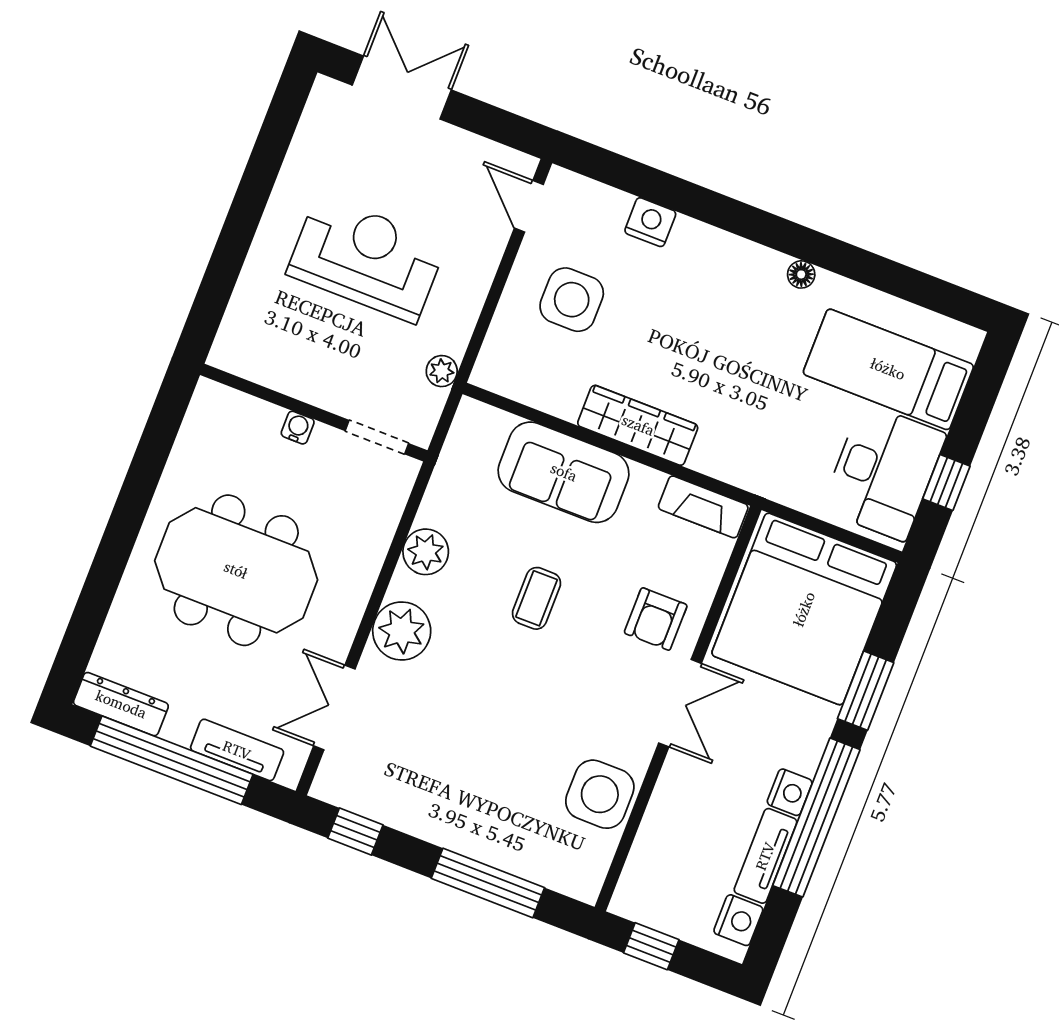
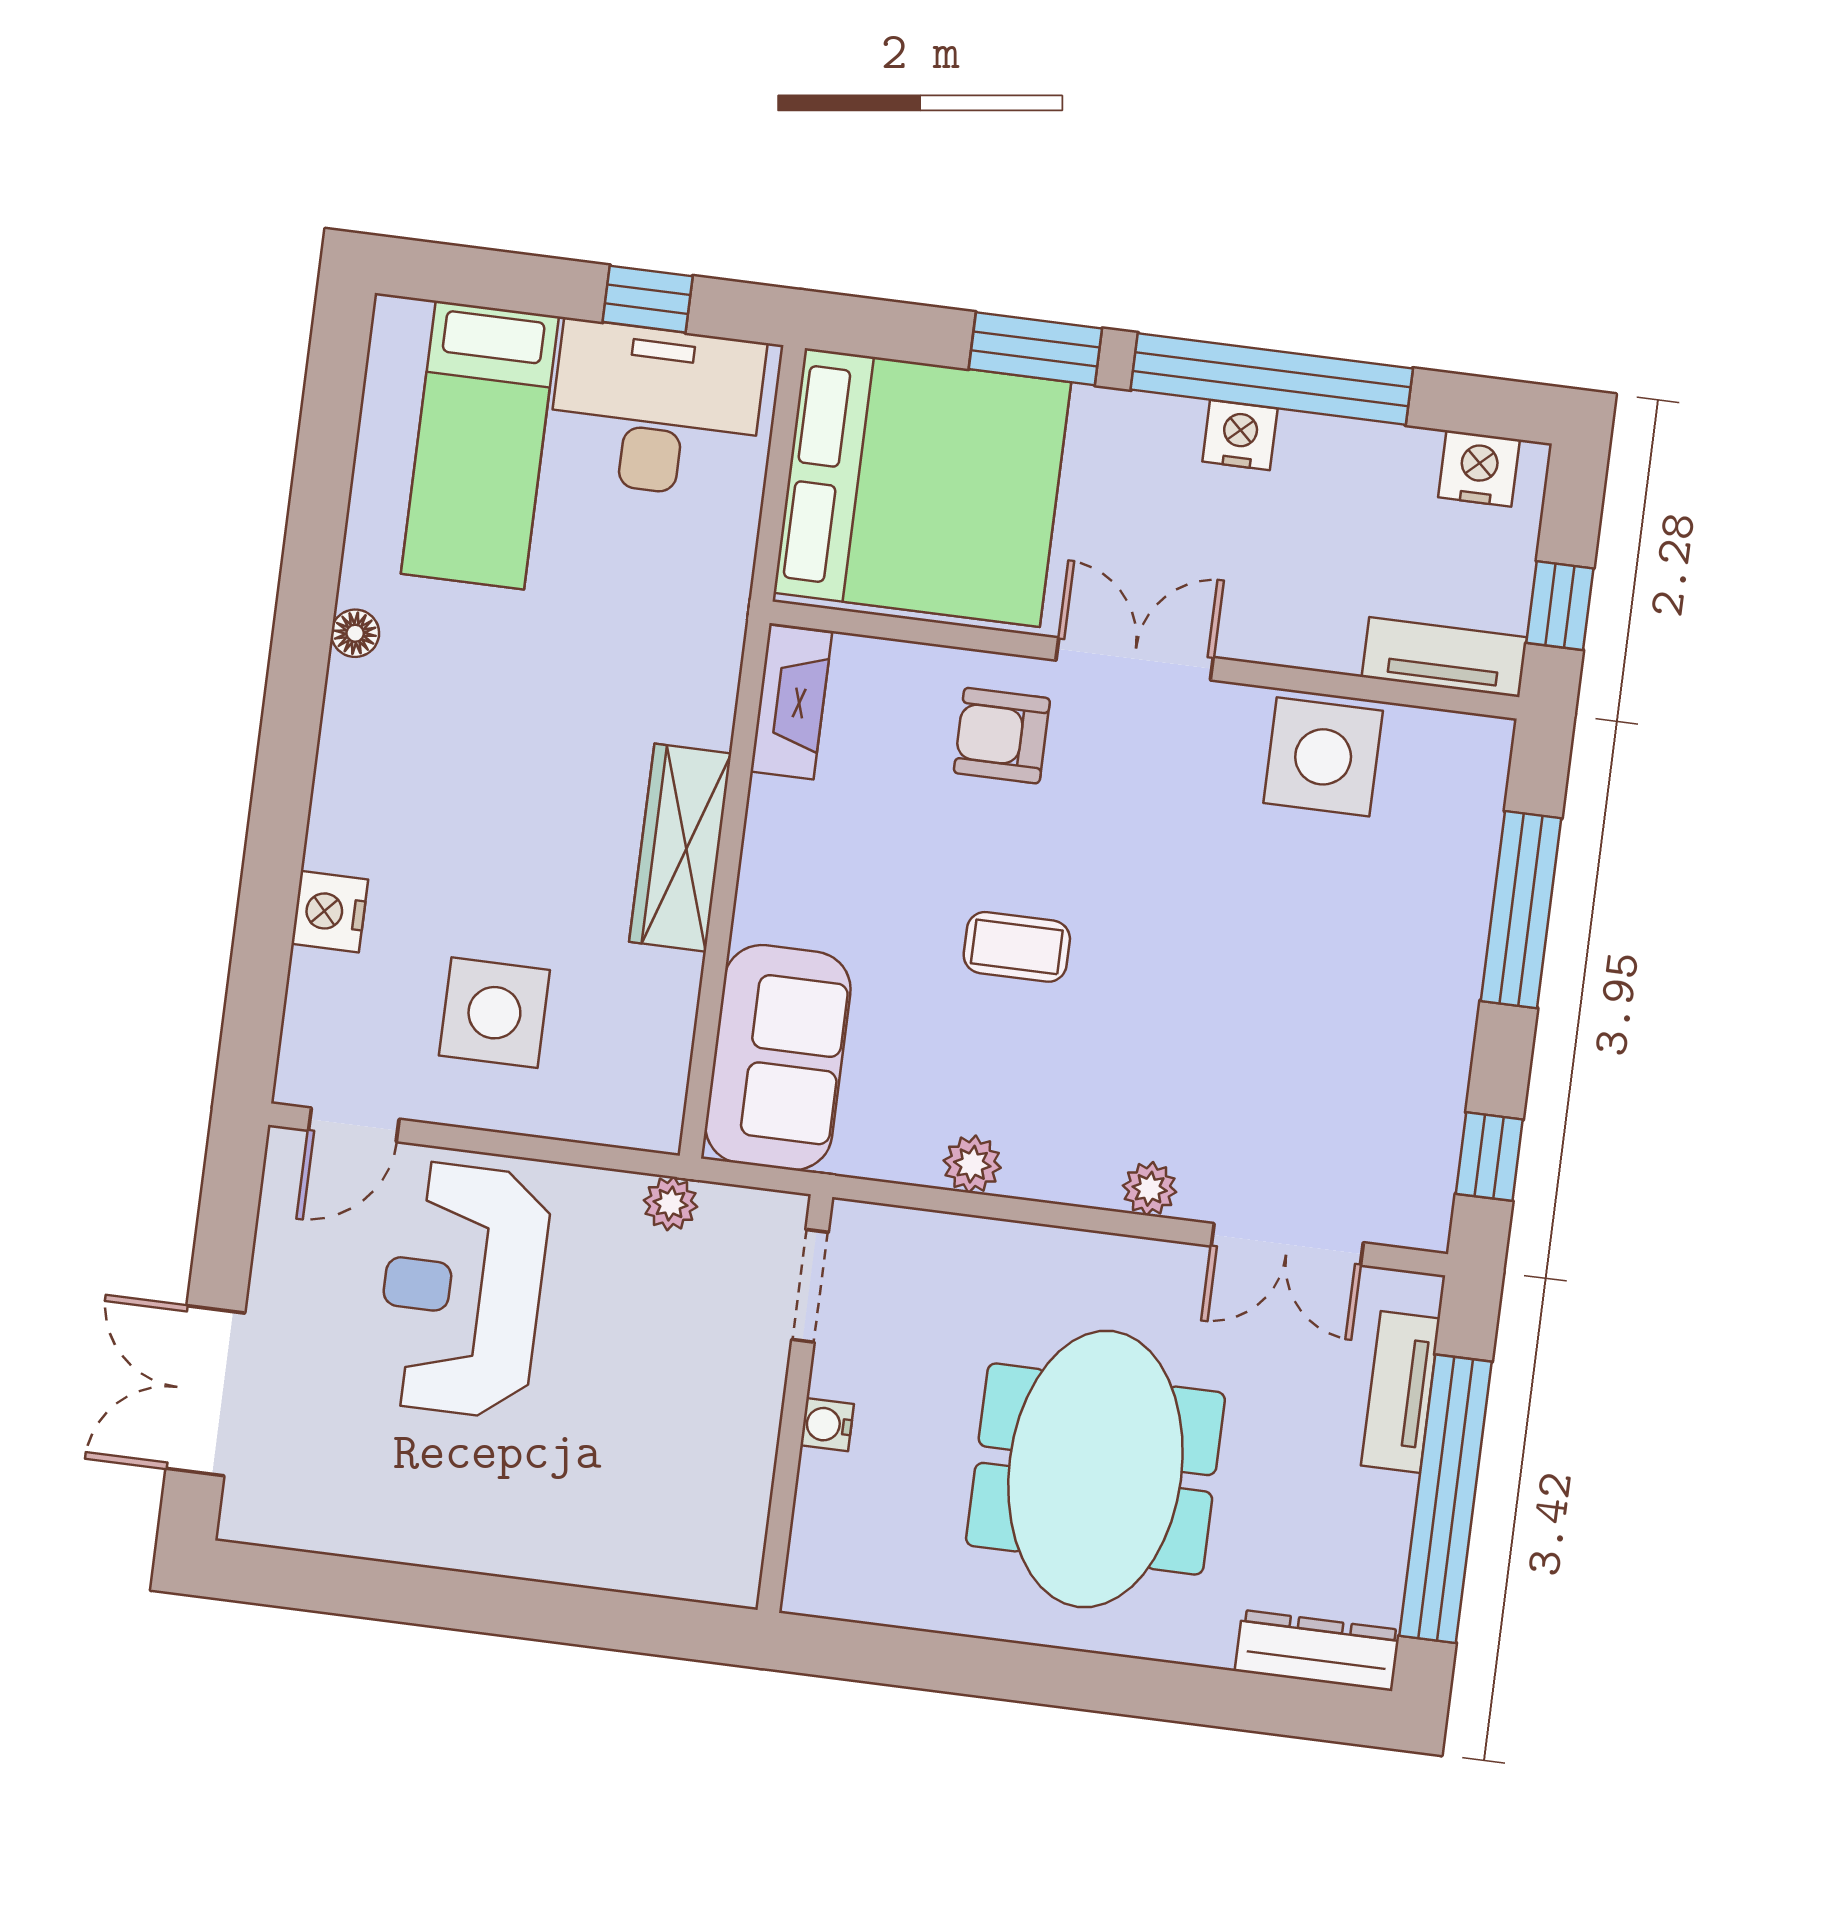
reception desk: (367, 259) -> (462, 1290), moved
sofa: (564, 472) -> (778, 1058), moved
plant: (426, 552) -> (972, 1164), width x0.73, depth x0.73
armchair: (656, 619) -> (1002, 736), turned 180
plant: (402, 631) -> (1150, 1189), width x0.53, depth x0.53
dresser: (121, 704) -> (1317, 1650), moved, turned 90
tv unit: (765, 856) -> (1444, 657), moved, turned 180

